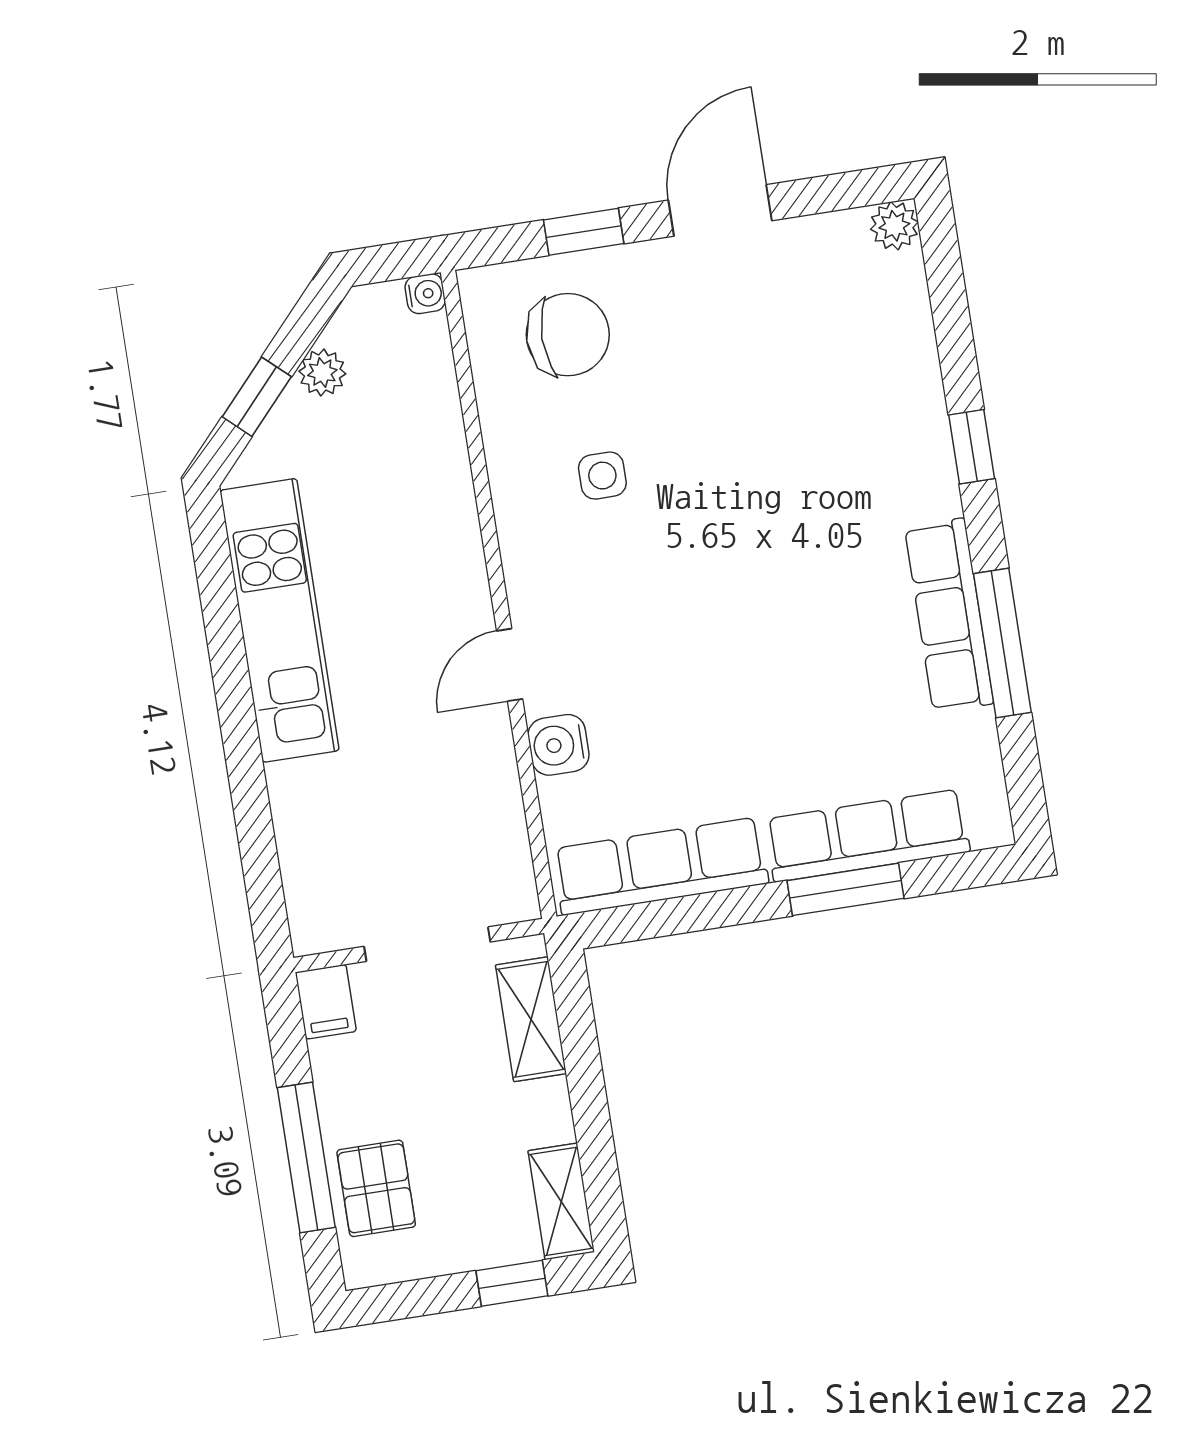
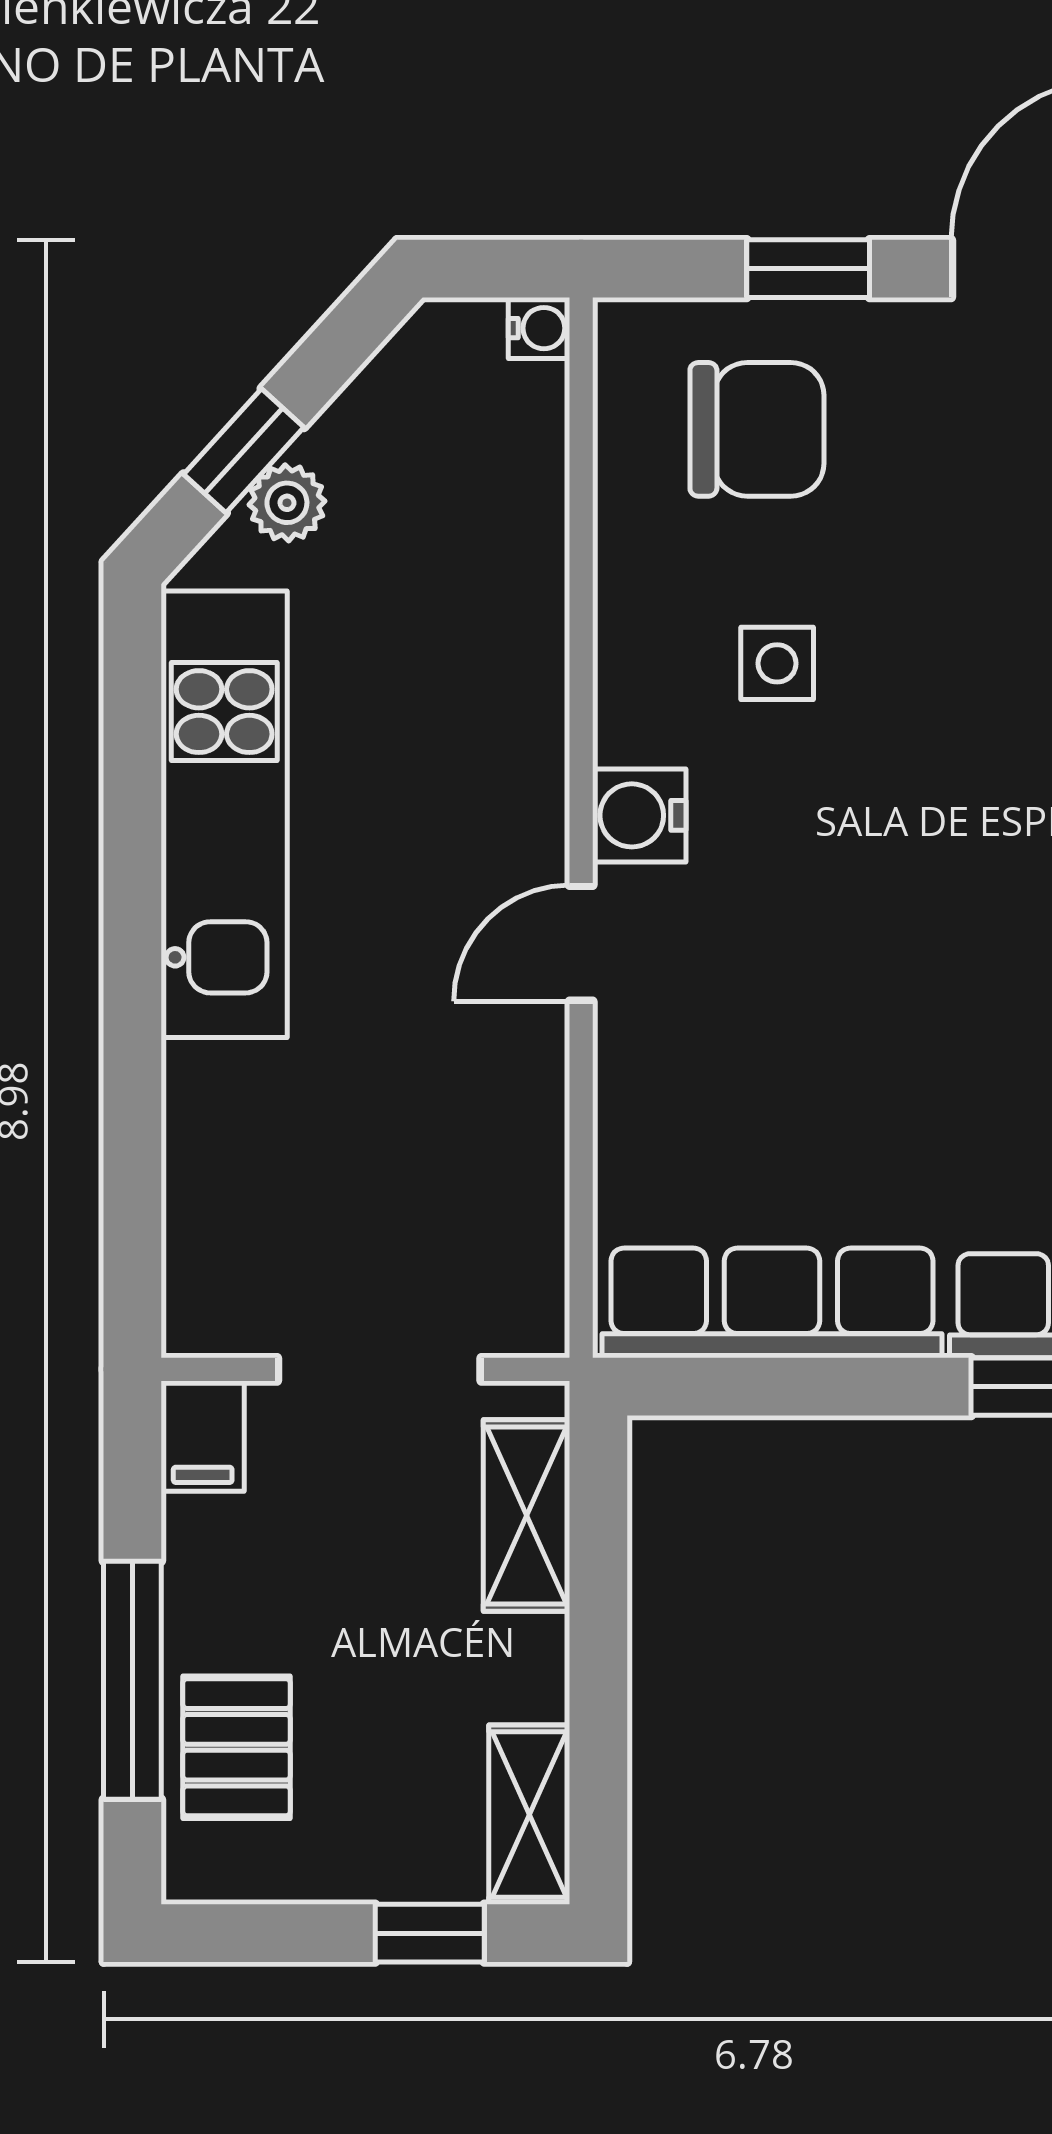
plant: (322, 373) -> (287, 503), moved
water cooler: (558, 745) -> (639, 815), moved

